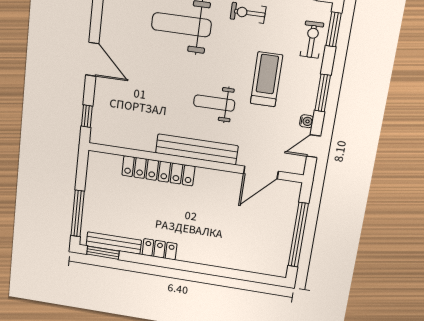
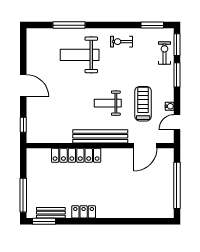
treadmill: (267, 79) -> (143, 104), moved
window: (323, 93) -> (177, 75), moved
bench: (114, 243) -> (51, 213), width x0.73

